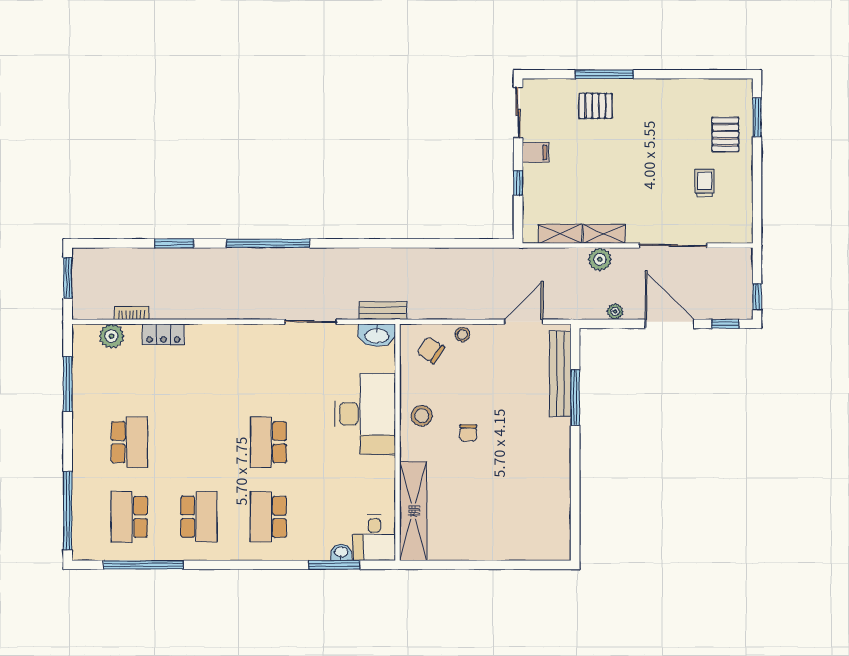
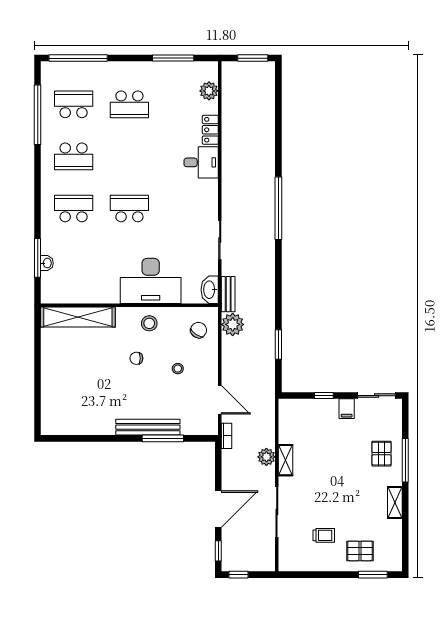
shelving: (560, 234) -> (395, 502), moved
window: (174, 243) -> (278, 345), moved
plant: (615, 312) -> (233, 324), moved, width x1.87, depth x1.87
bookcase: (132, 313) -> (226, 436), moved
stool: (462, 334) -> (178, 369), moved
bench: (560, 374) -> (148, 427), moved
desk: (374, 538) -> (201, 162), moved, turned 180

